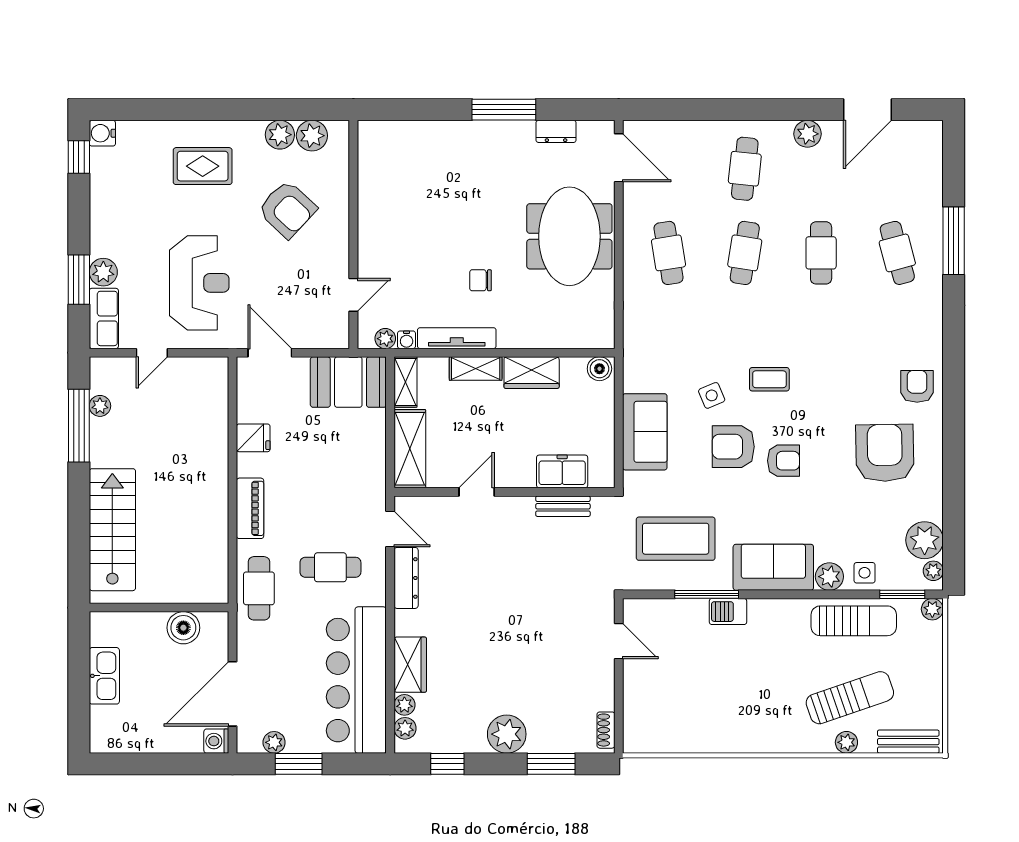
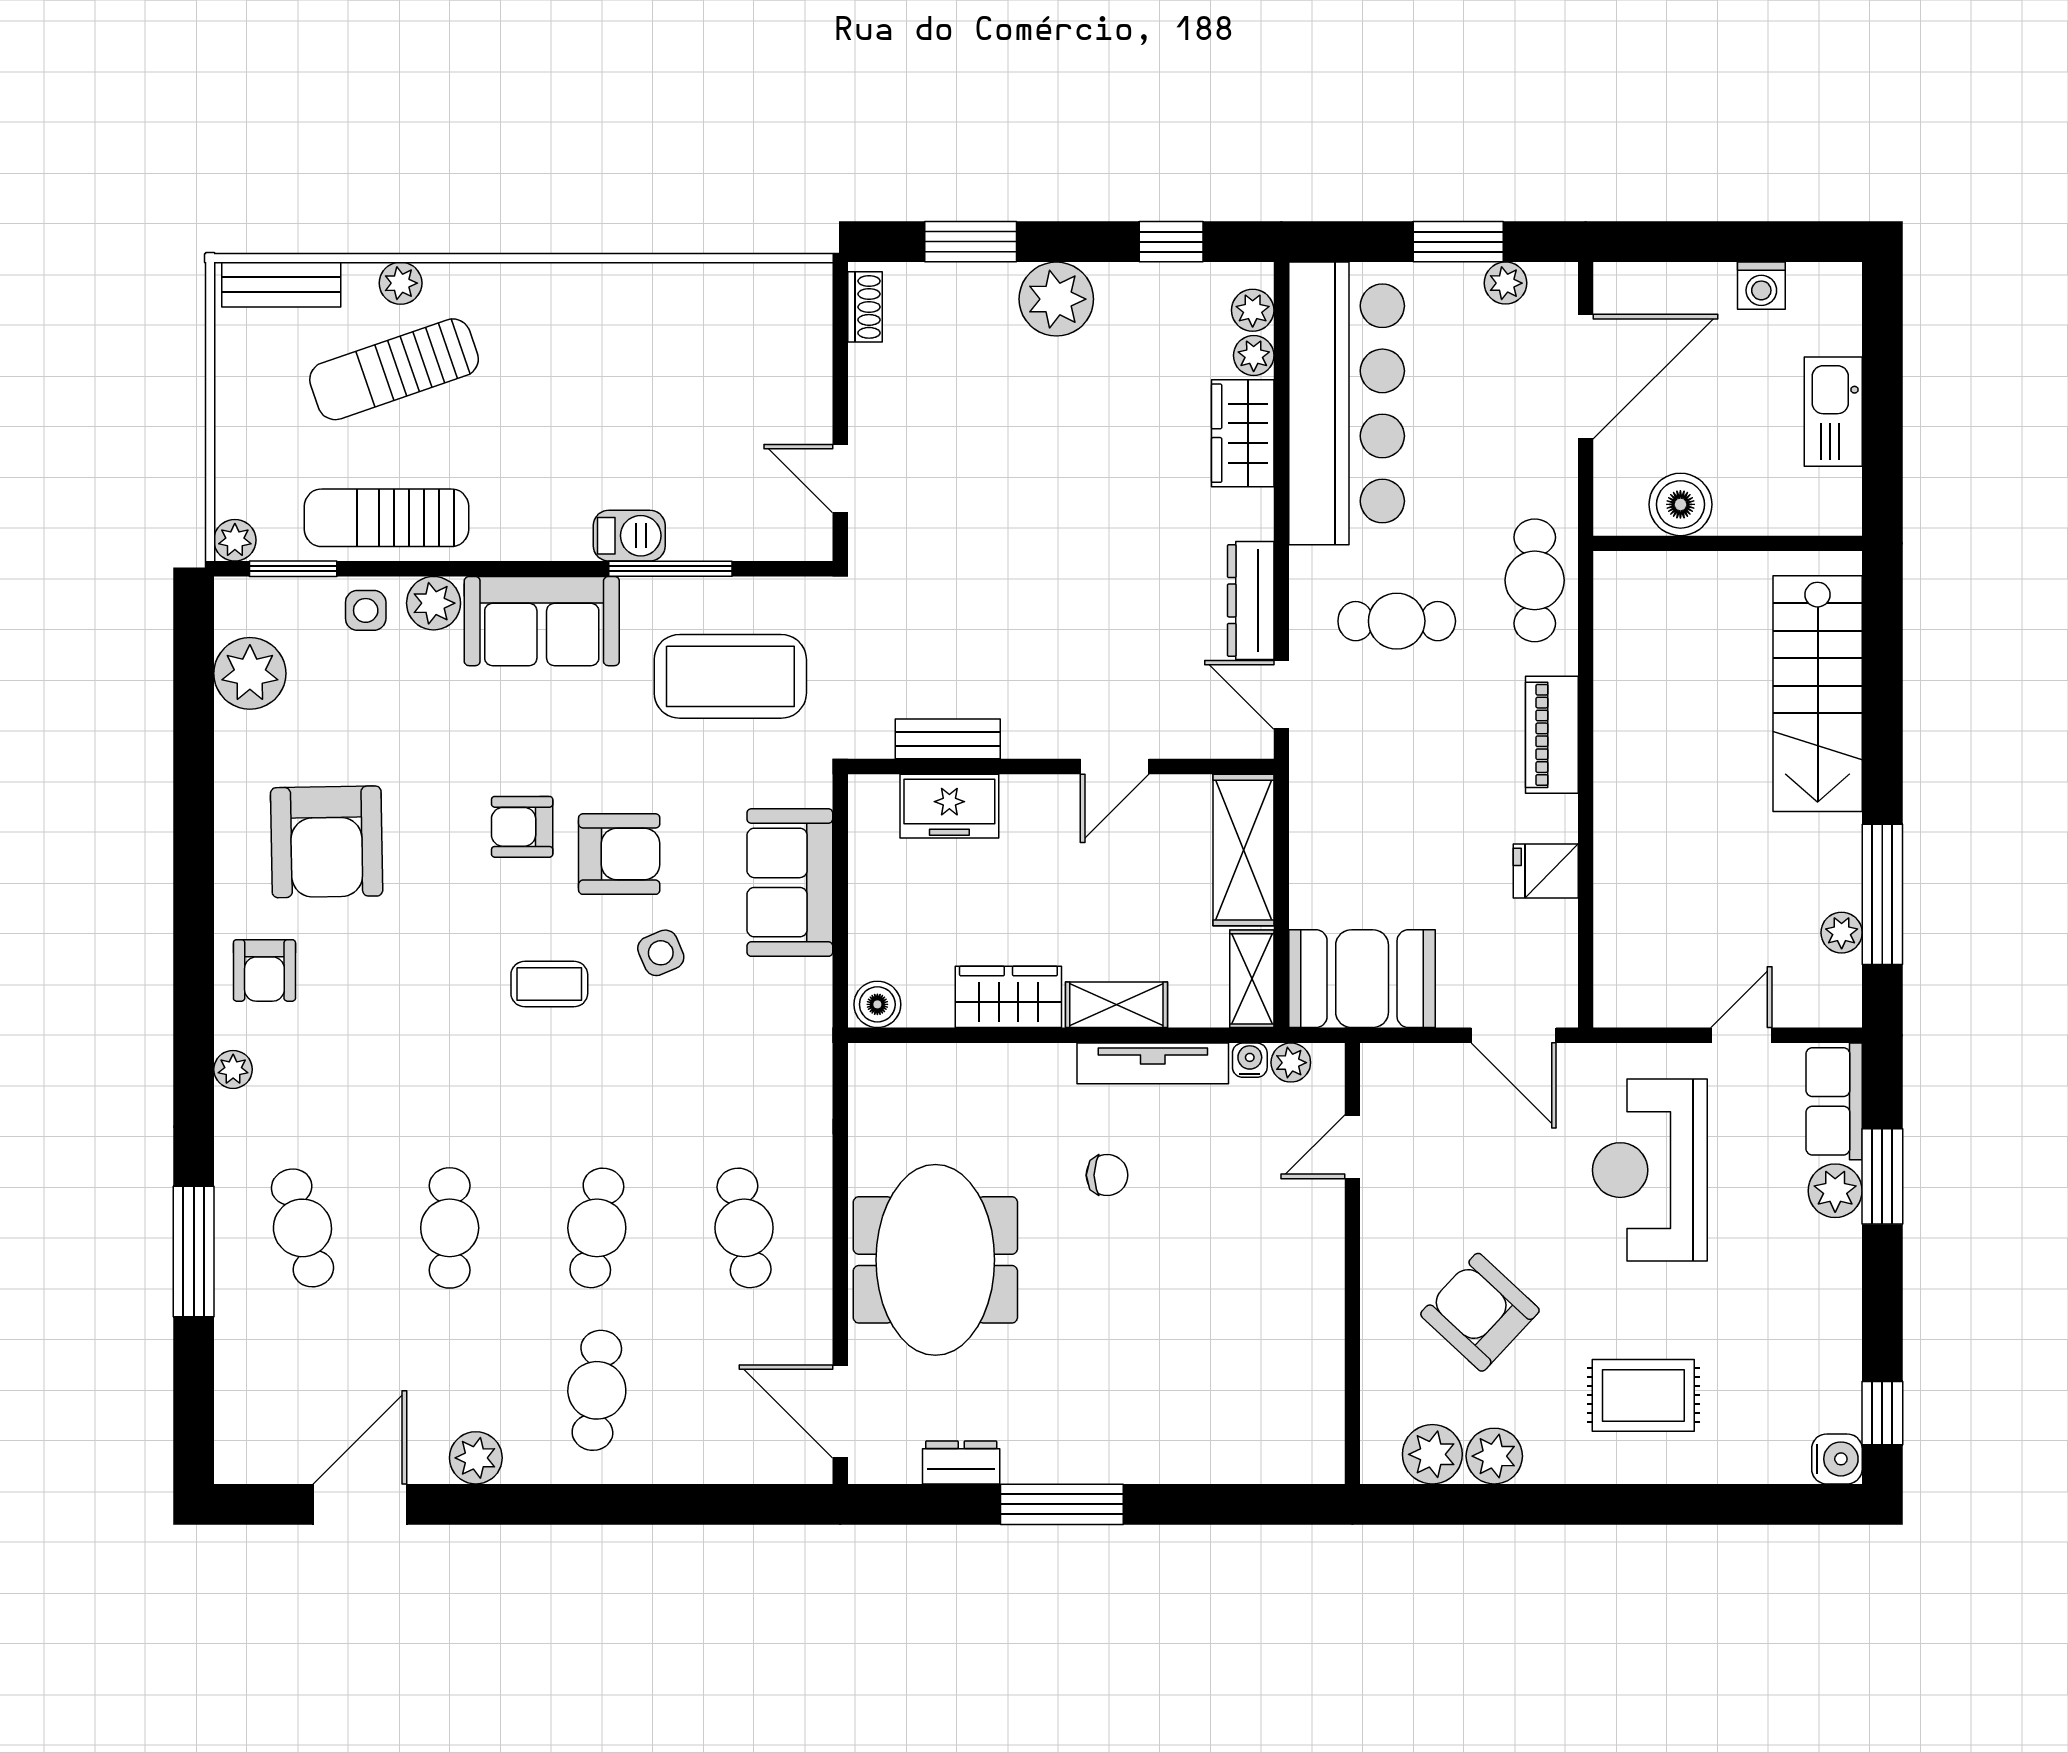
plant: (933, 571) -> (233, 1069), moved
washing machine: (216, 741) -> (1761, 286), moved, turned 90

